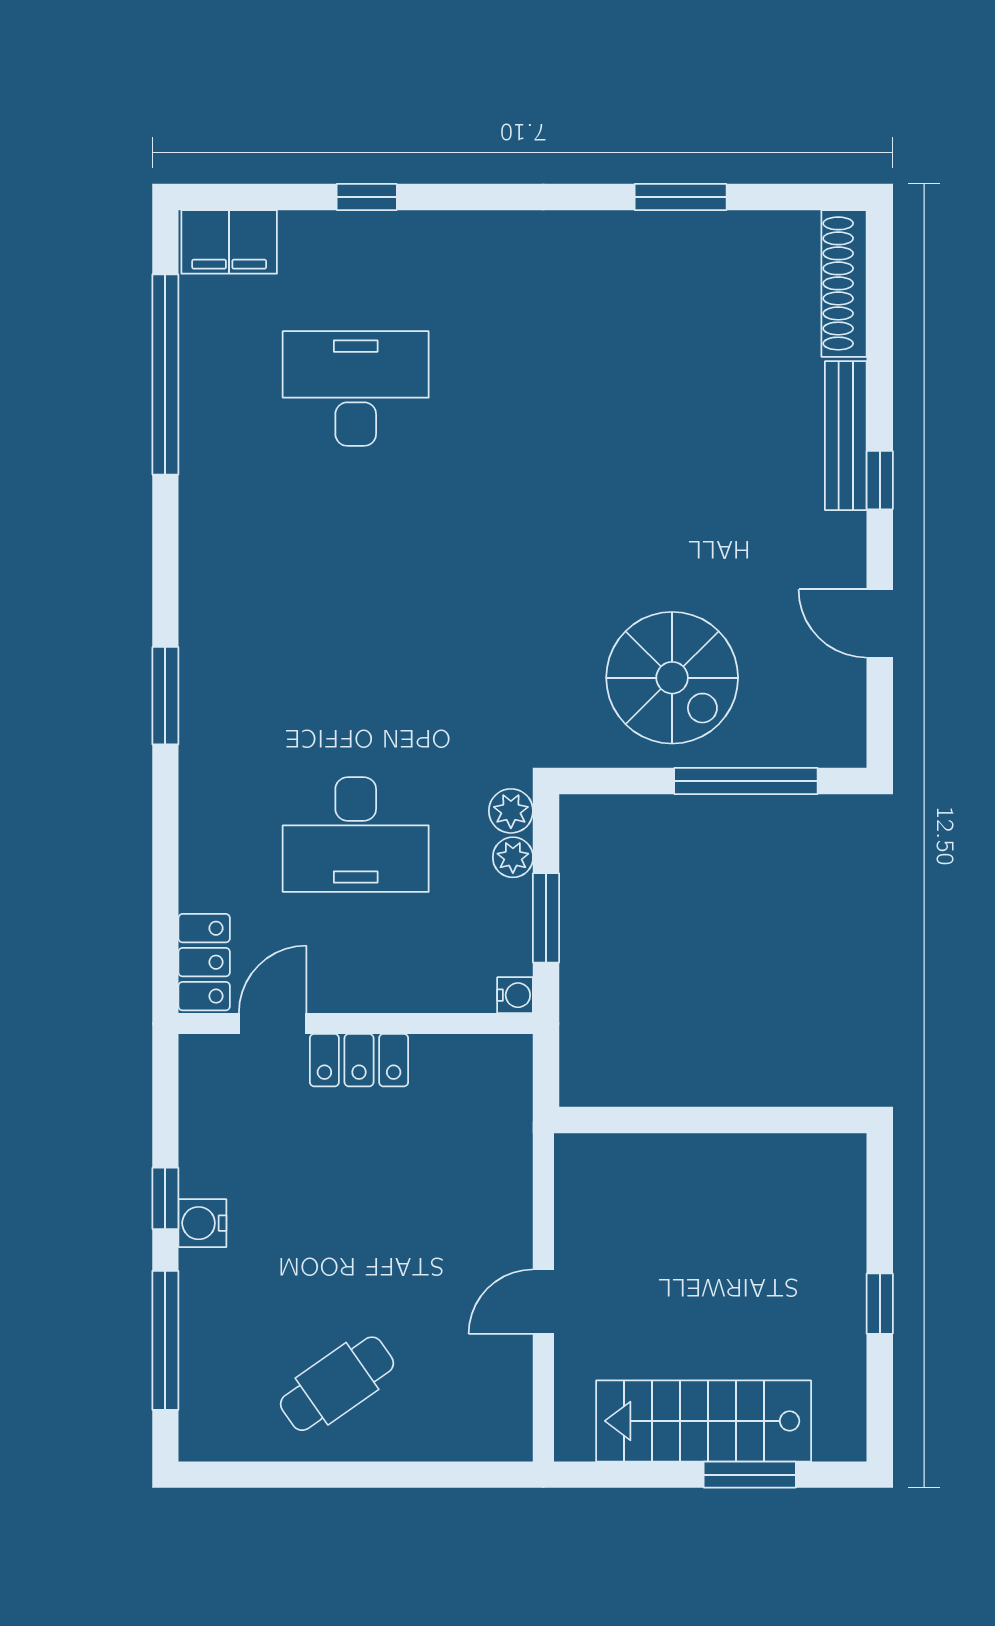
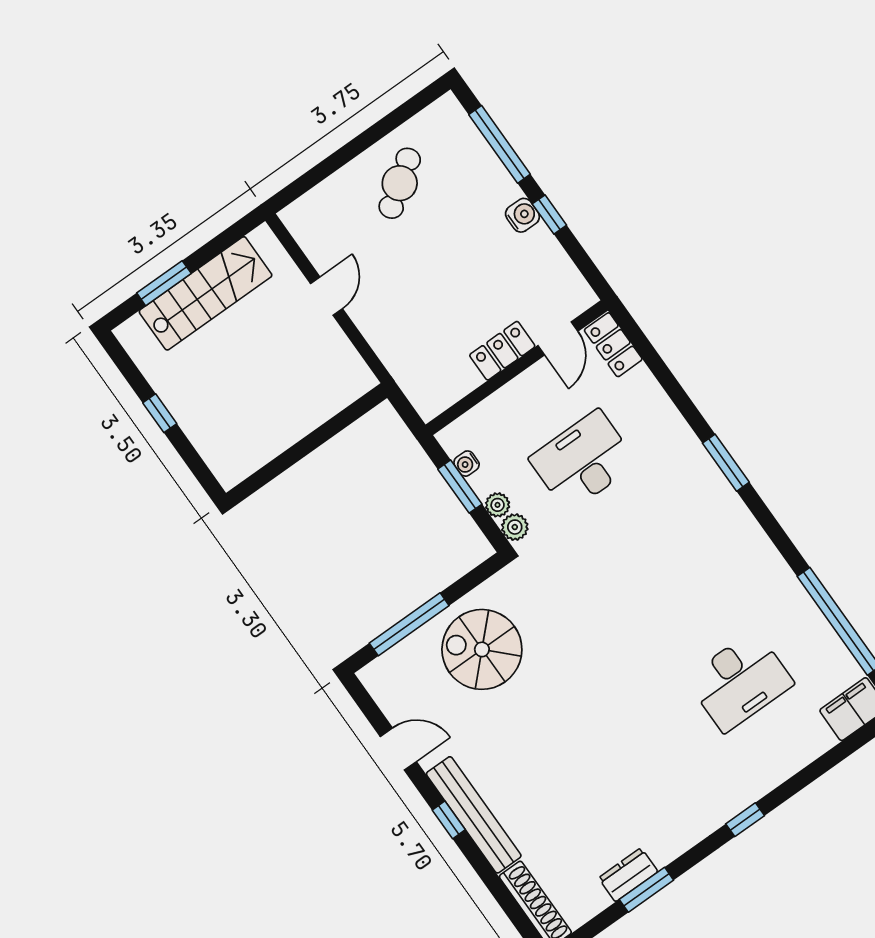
window: (367, 197) -> (745, 820), moved
dresser: (691, 235) -> (628, 875), added
bench: (846, 436) -> (474, 815), width x1.37, depth x1.21
water cooler: (515, 995) -> (467, 464), moved

